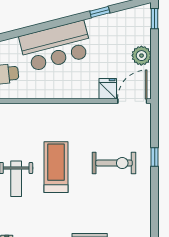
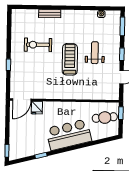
plant: (141, 56) -> (15, 128), removed
exercise bike: (114, 163) -> (38, 45), moved
treadmill: (56, 167) -> (70, 59), turned 180

